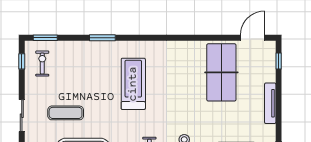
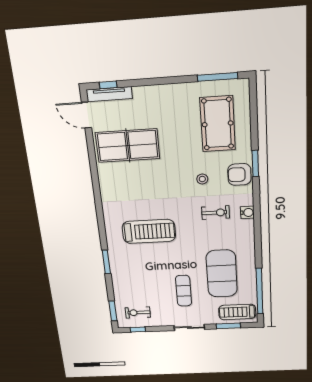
treadmill: (133, 84) -> (149, 231), turned 180
tv unit: (270, 103) -> (109, 94), moved

